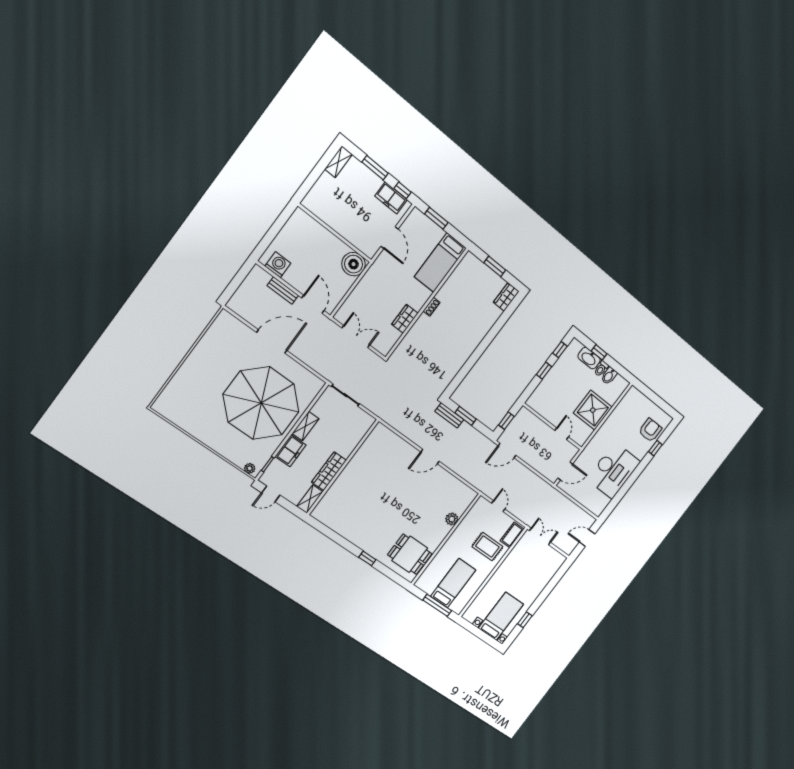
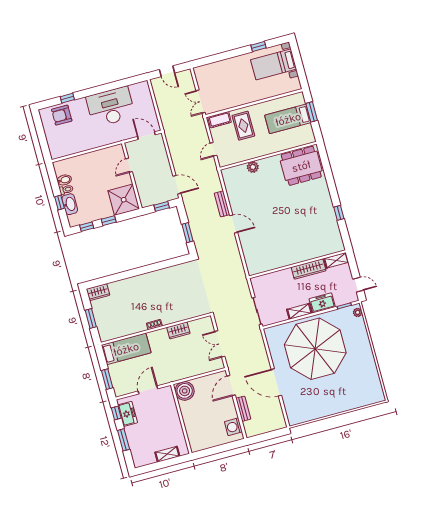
shelving: (338, 162) -> (167, 454), moved
shower: (593, 410) -> (124, 200), moved
bench: (449, 415) -> (222, 204), moved
dining table: (410, 554) -> (301, 166), width x1.38
window: (367, 558) -> (339, 213), moved
window: (437, 605) -> (312, 112), width x0.69

